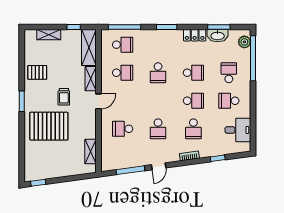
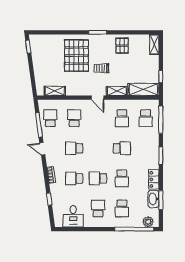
shelving: (49, 35) -> (154, 44), moved
school desk: (158, 73) -> (122, 148), turned 180
school desk: (229, 73) -> (122, 208), turned 90
school desk: (193, 101) -> (98, 178), turned 90
school desk: (123, 157) -> (50, 118), added

